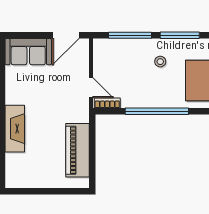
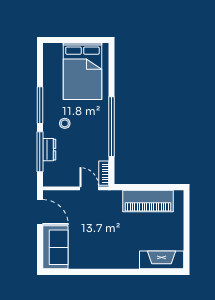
dresser: (132, 45) -> (49, 150), added
door: (91, 88) -> (89, 188), hinge flipped
fireplace: (15, 129) -> (162, 260), moved

